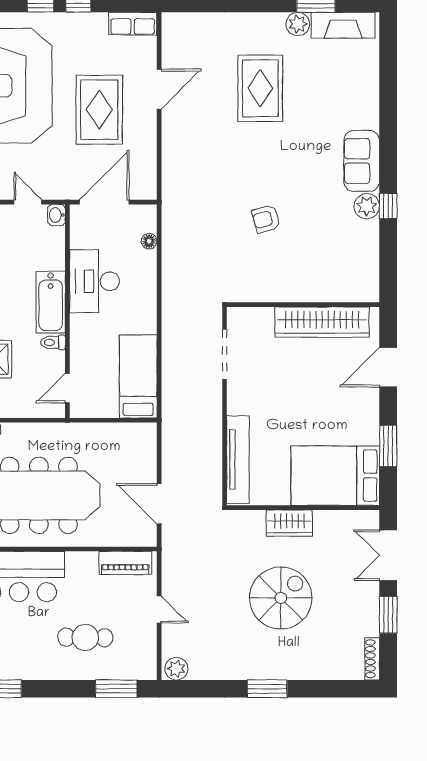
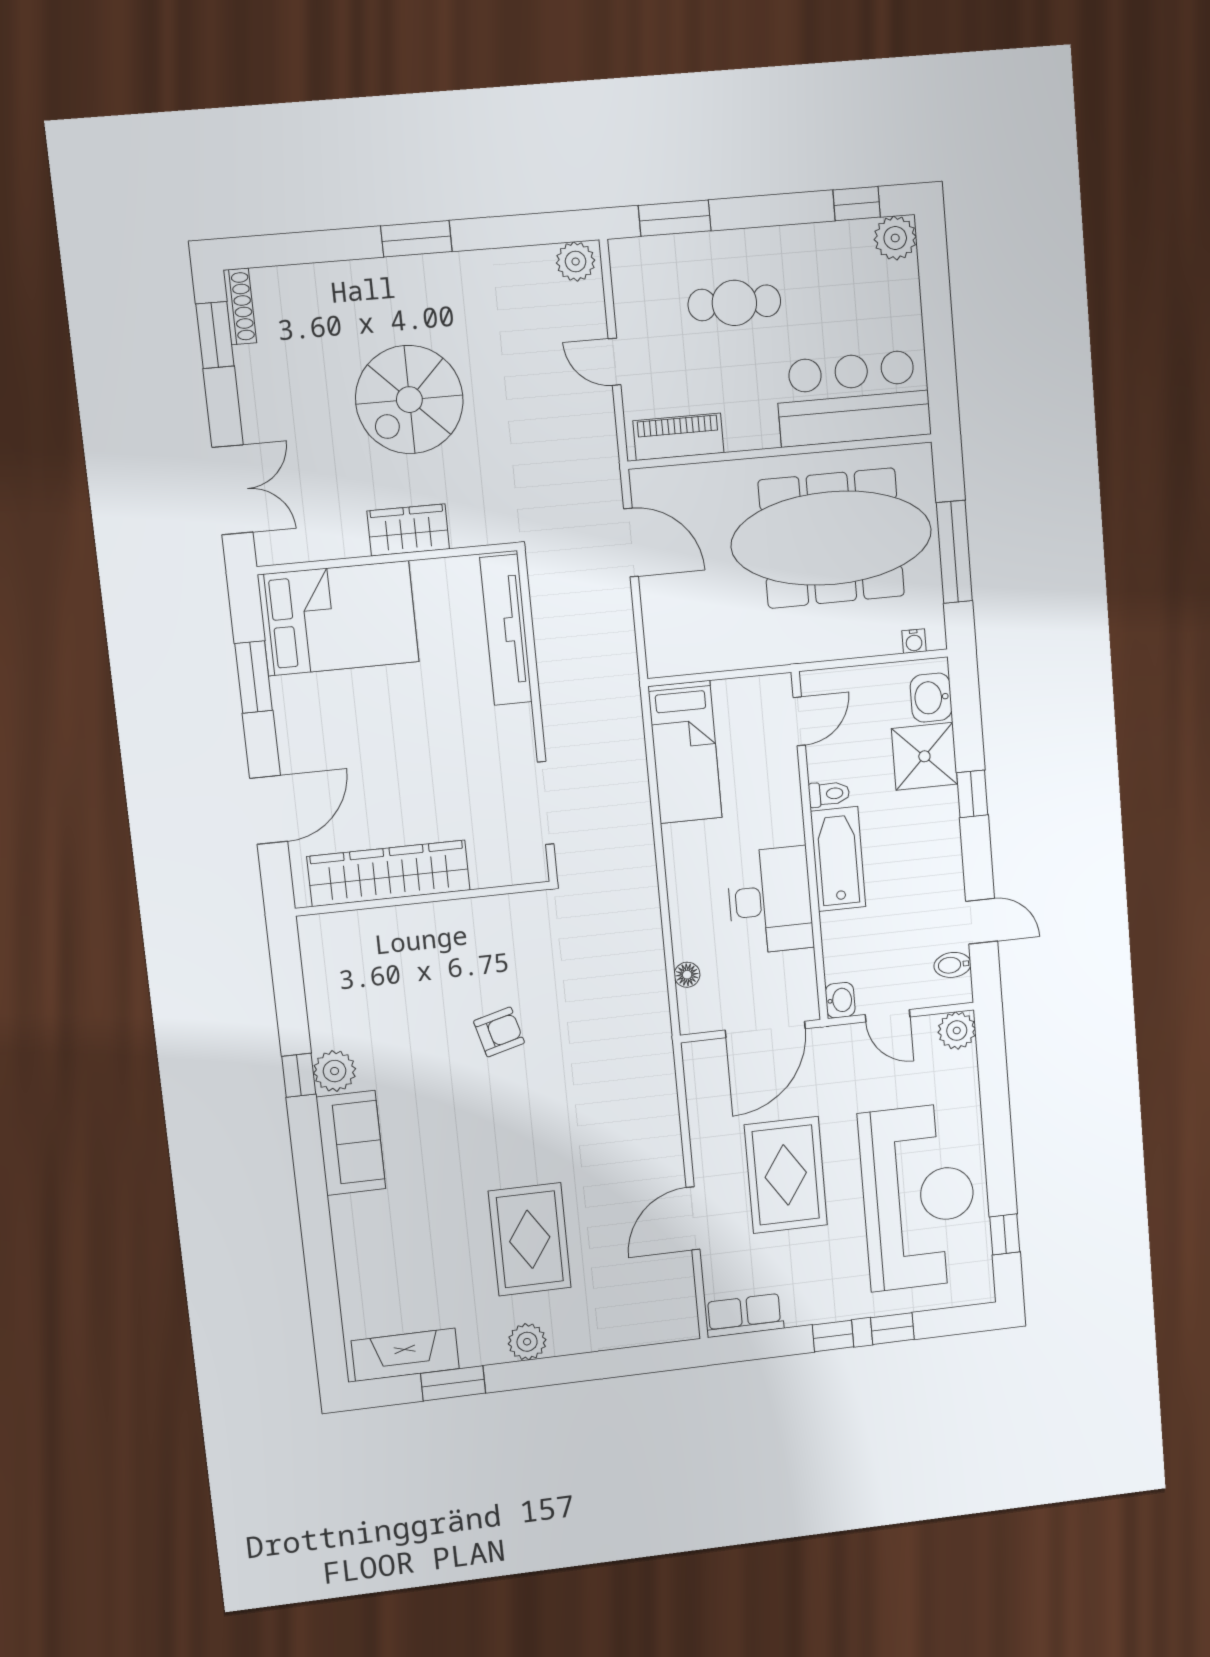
plant: (298, 24) -> (527, 1342), moved
window: (388, 615) -> (215, 335), moved

